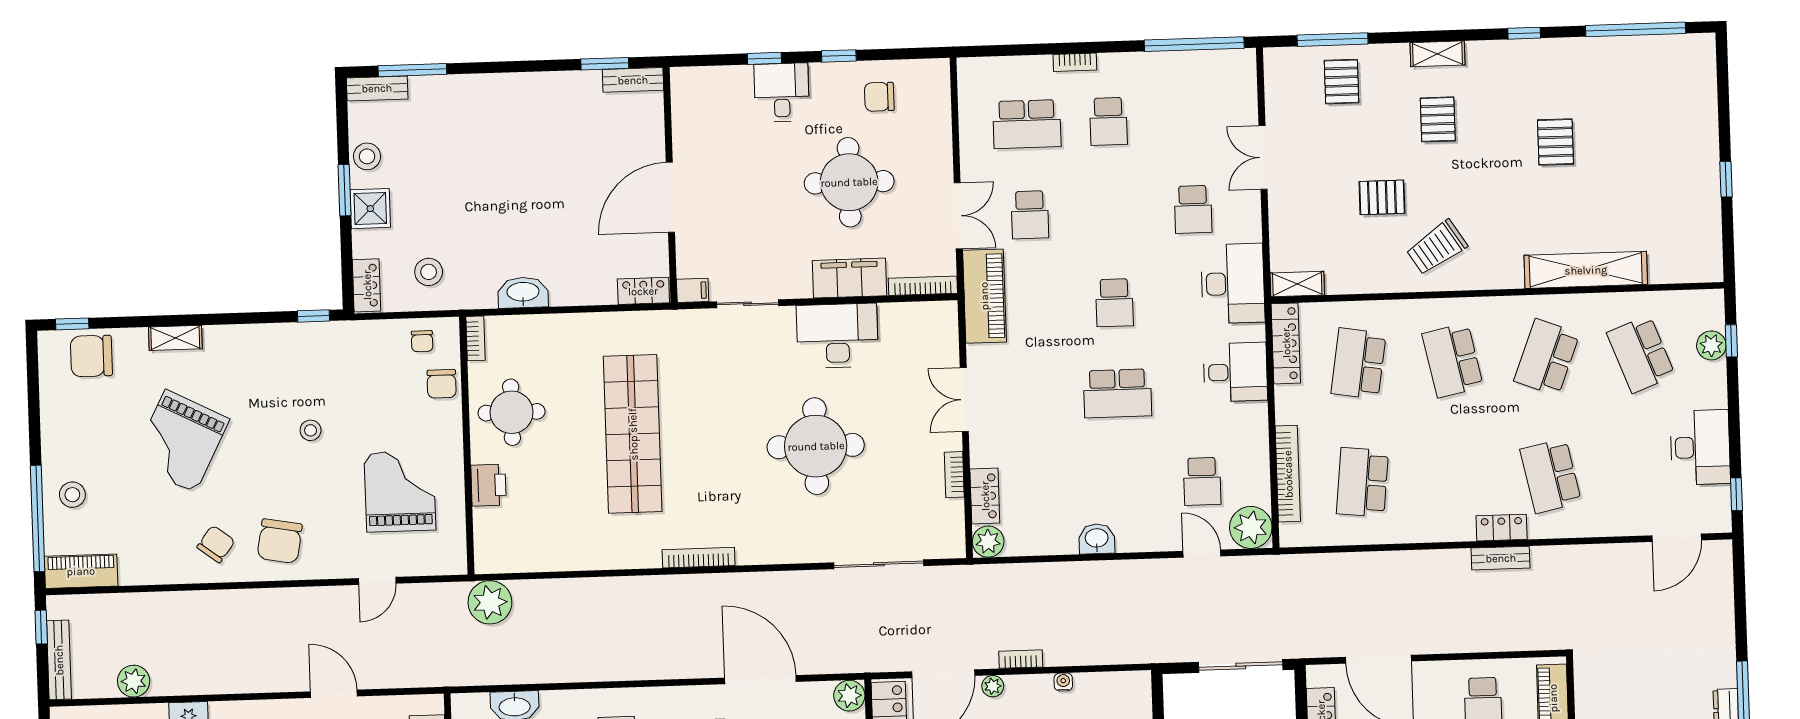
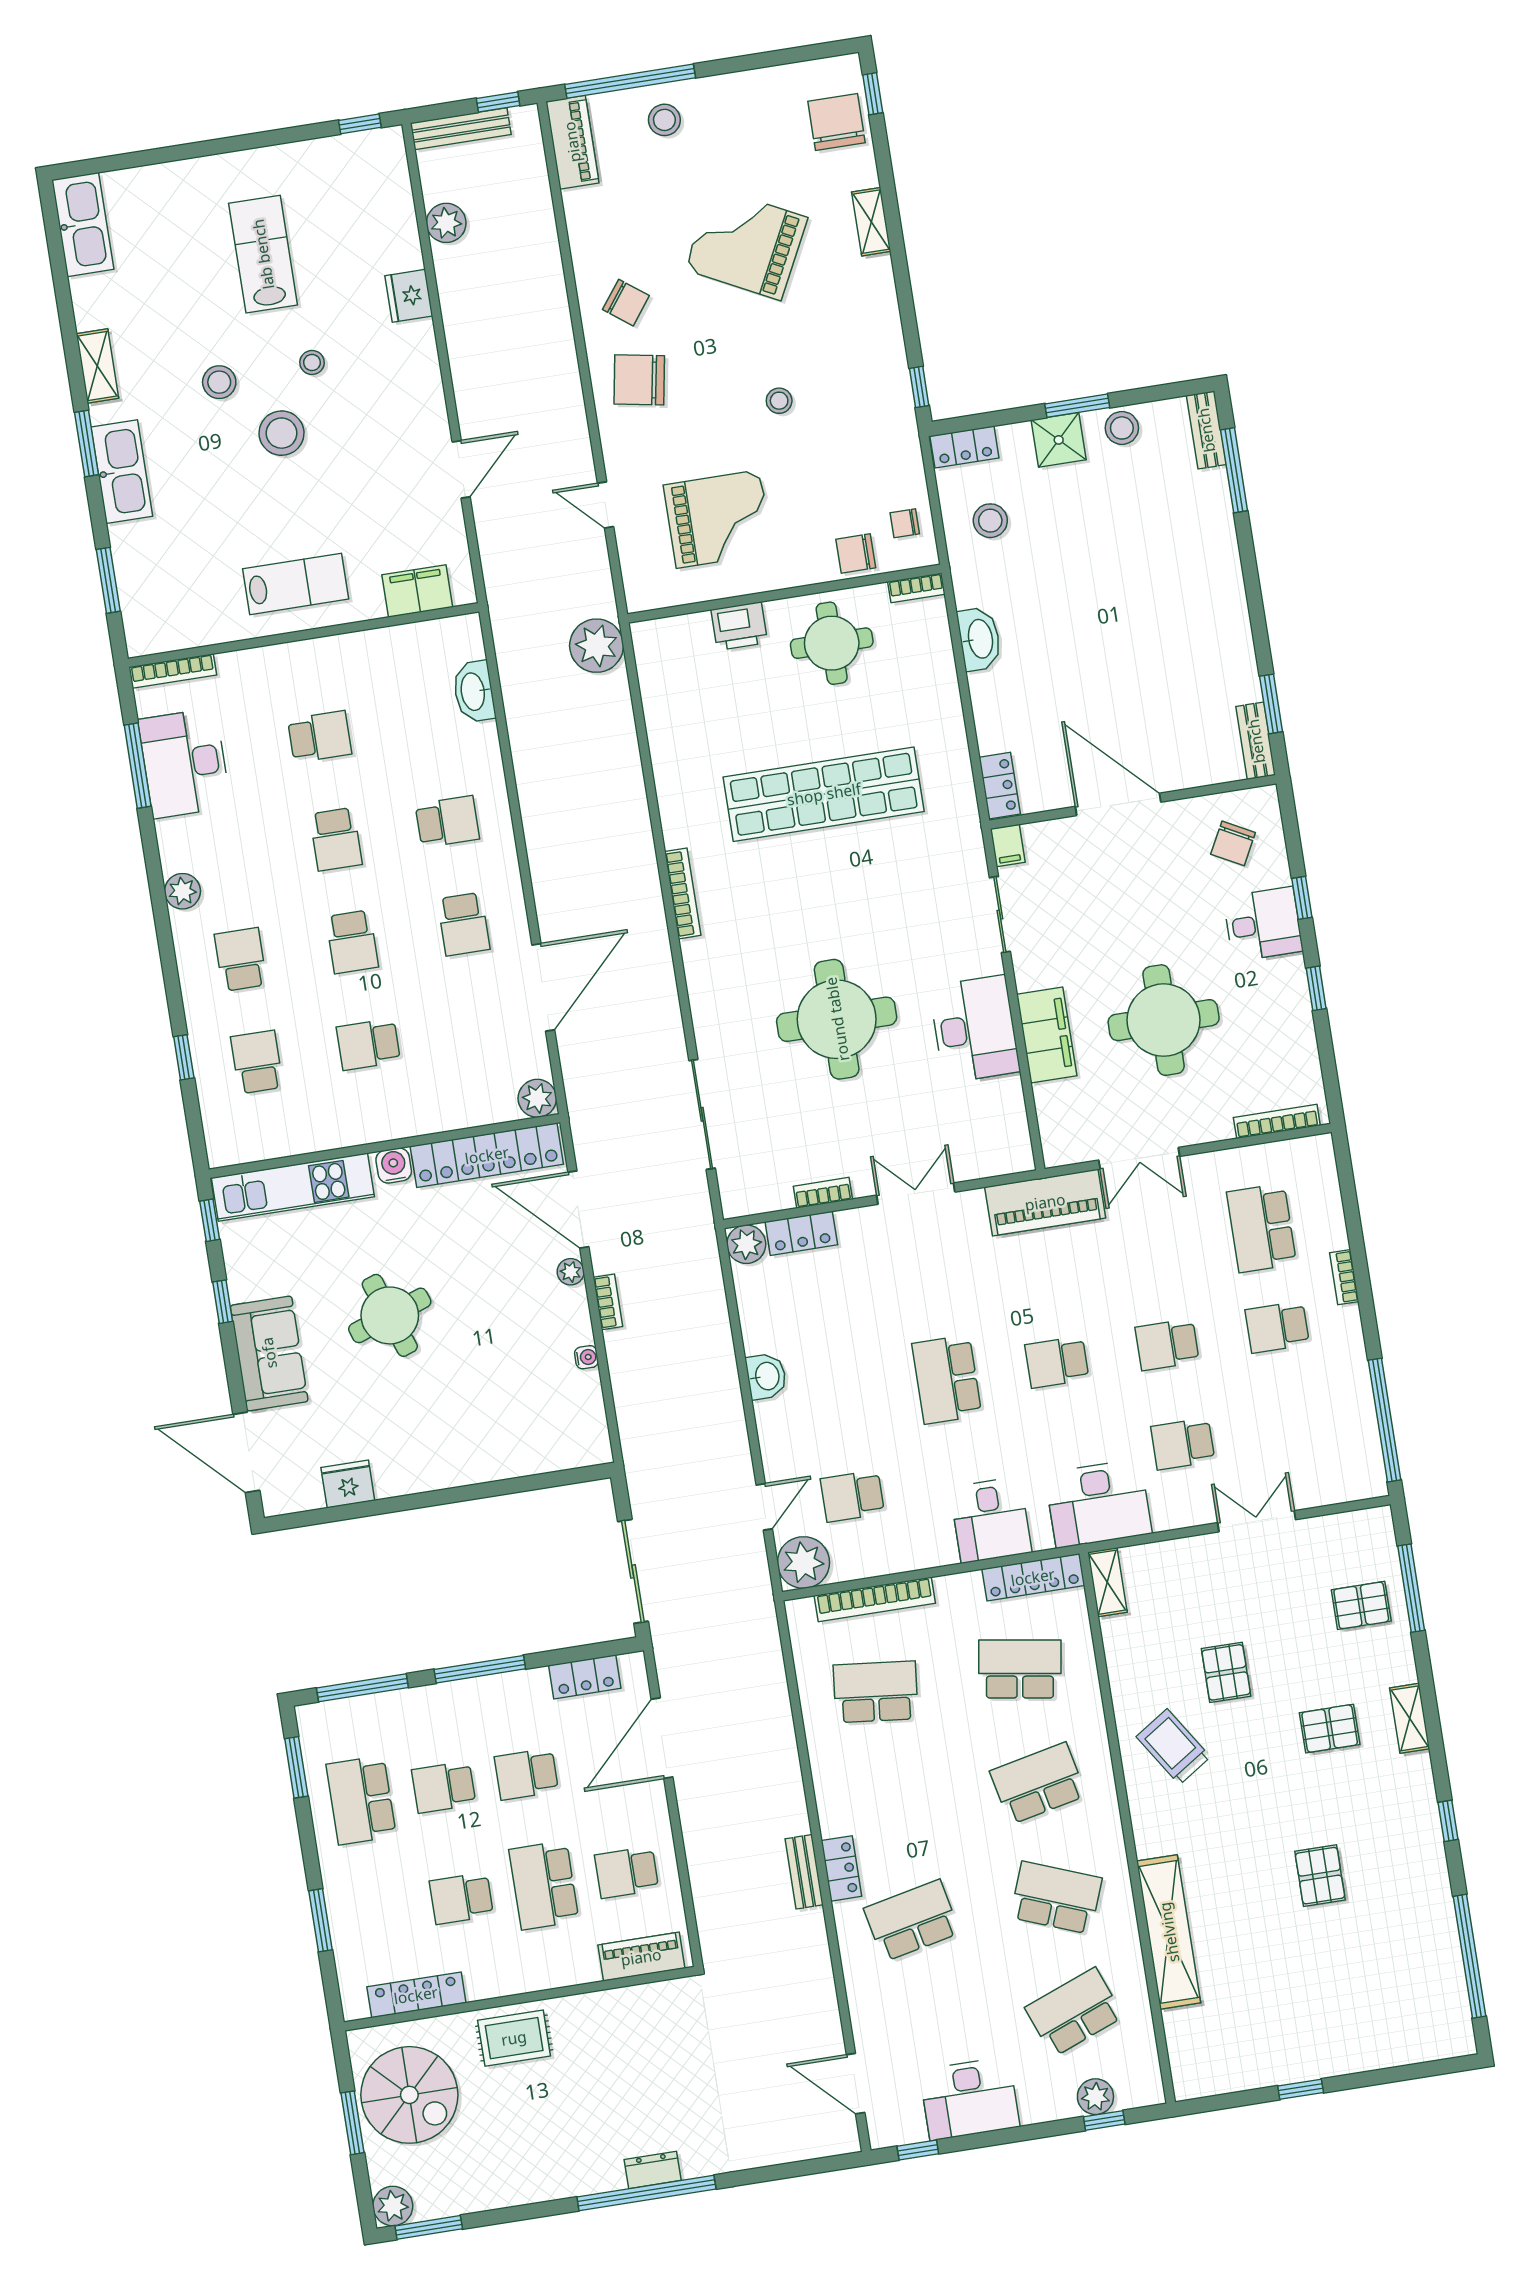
chair: (879, 97) -> (1233, 843), moved, turned -152
pallet: (1555, 142) -> (1320, 1876), turned 90
school desk: (1030, 215) -> (1167, 1345), moved
bookcase: (923, 286) -> (1277, 1121), moved, turned -90

